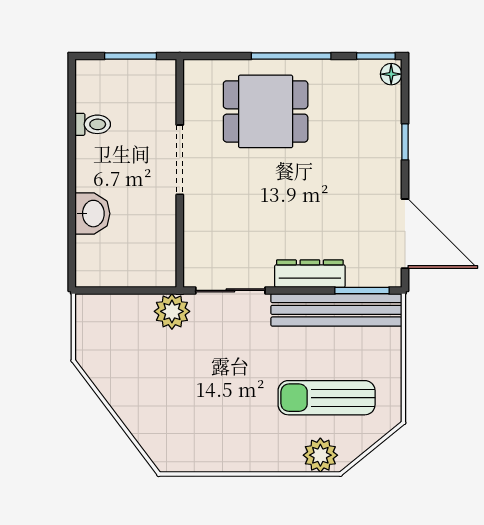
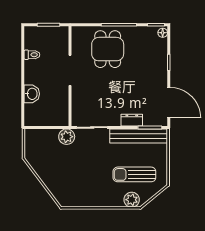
dining table: (266, 111) -> (108, 49), turned 90
dresser: (310, 274) -> (132, 120), width x0.70

